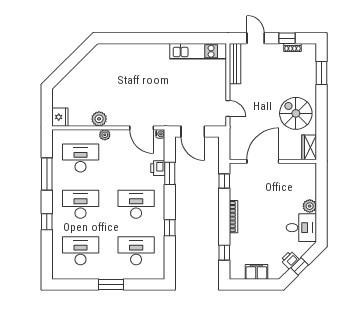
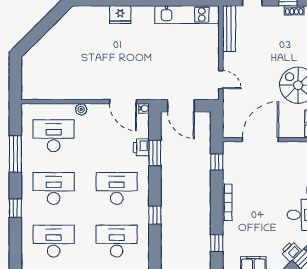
fridge: (60, 117) -> (120, 15), moved, turned 90
plant: (99, 119) -> (75, 91), removed

